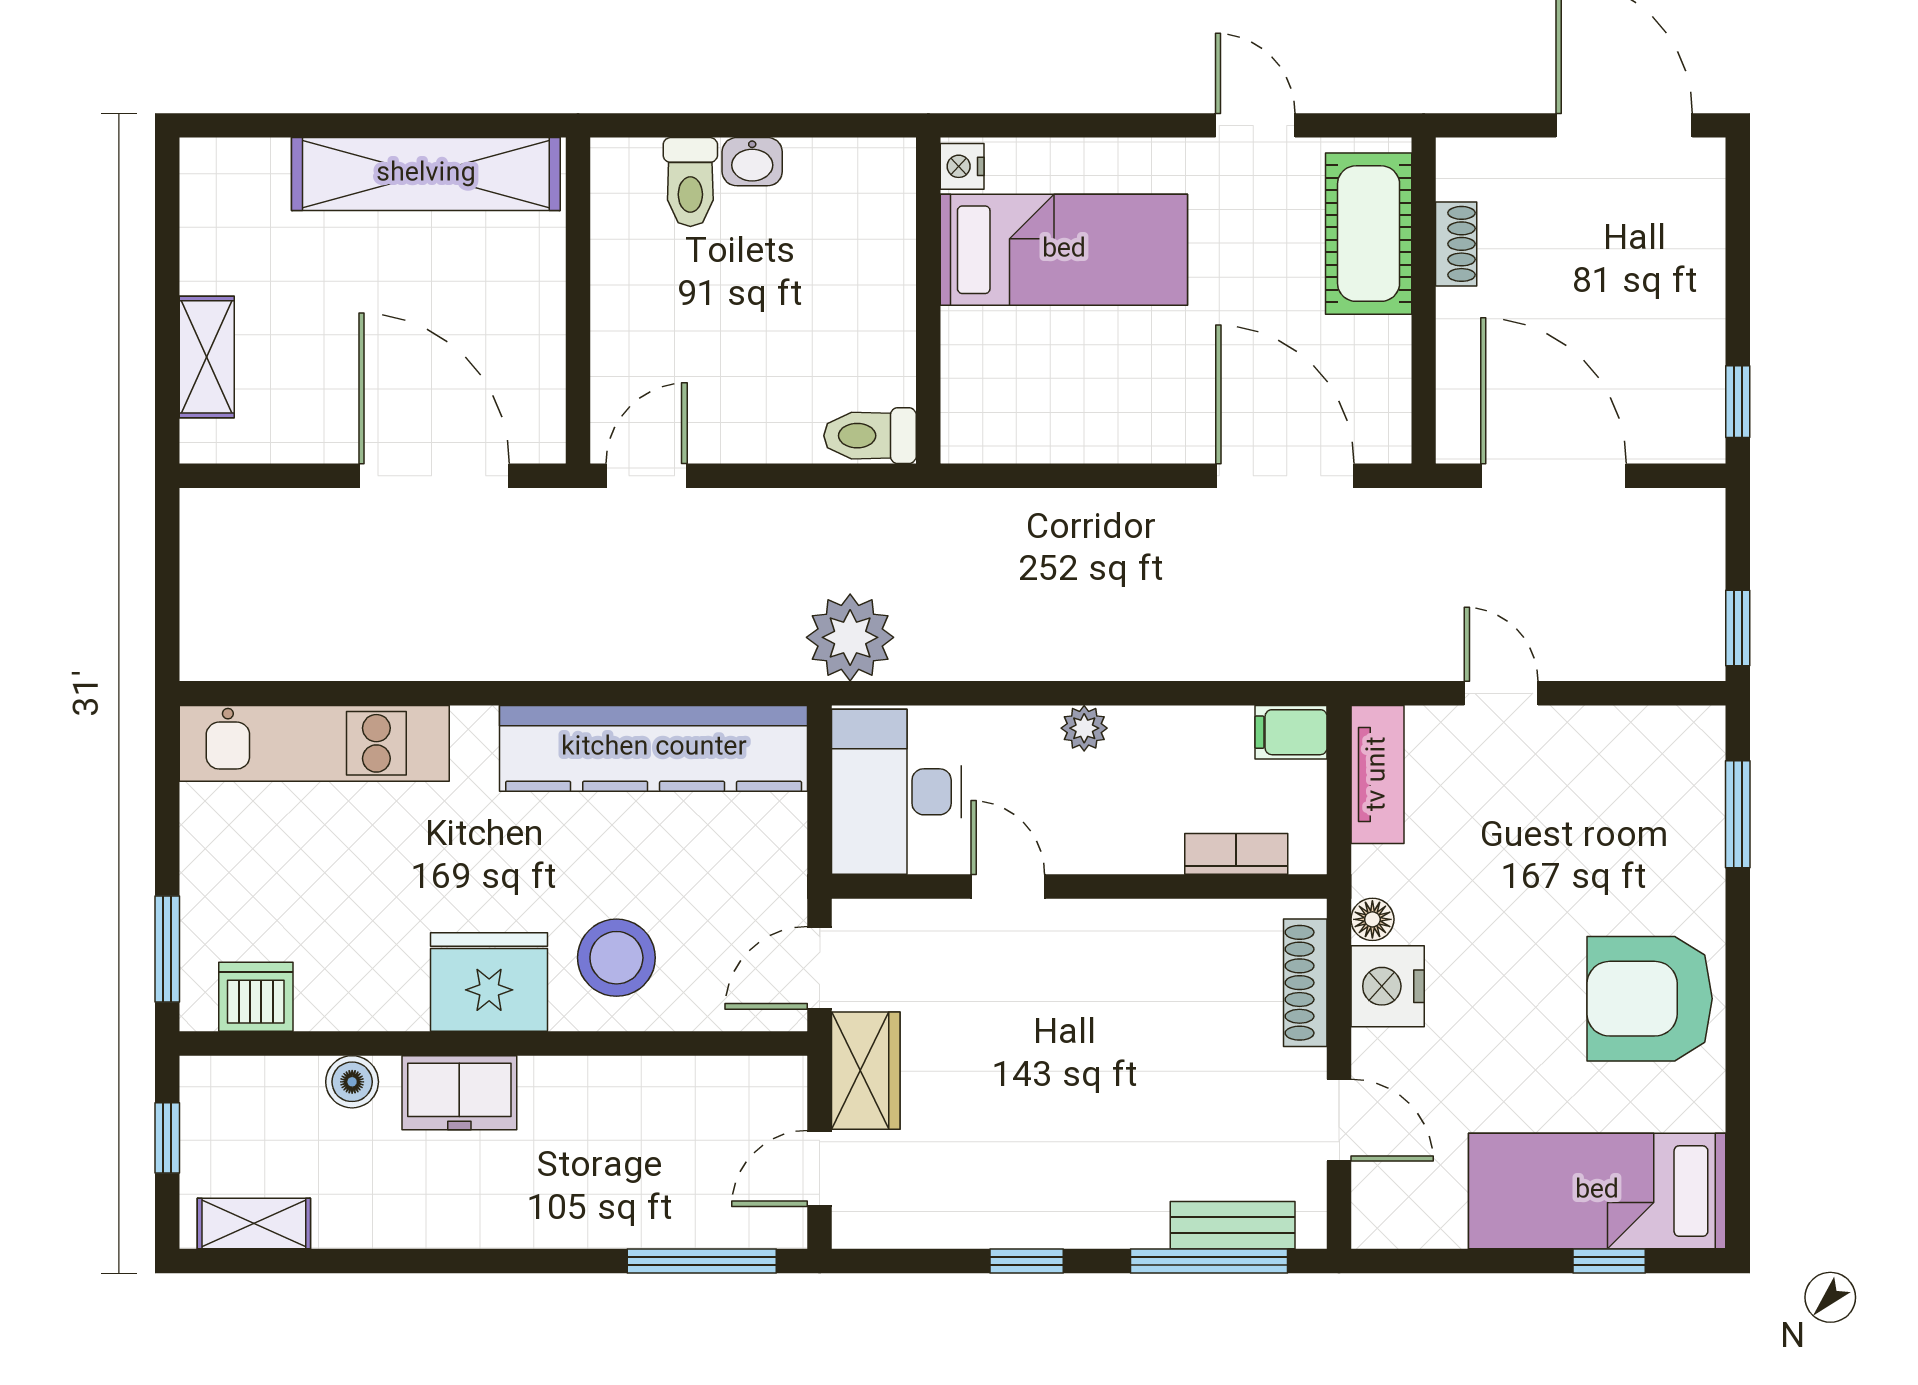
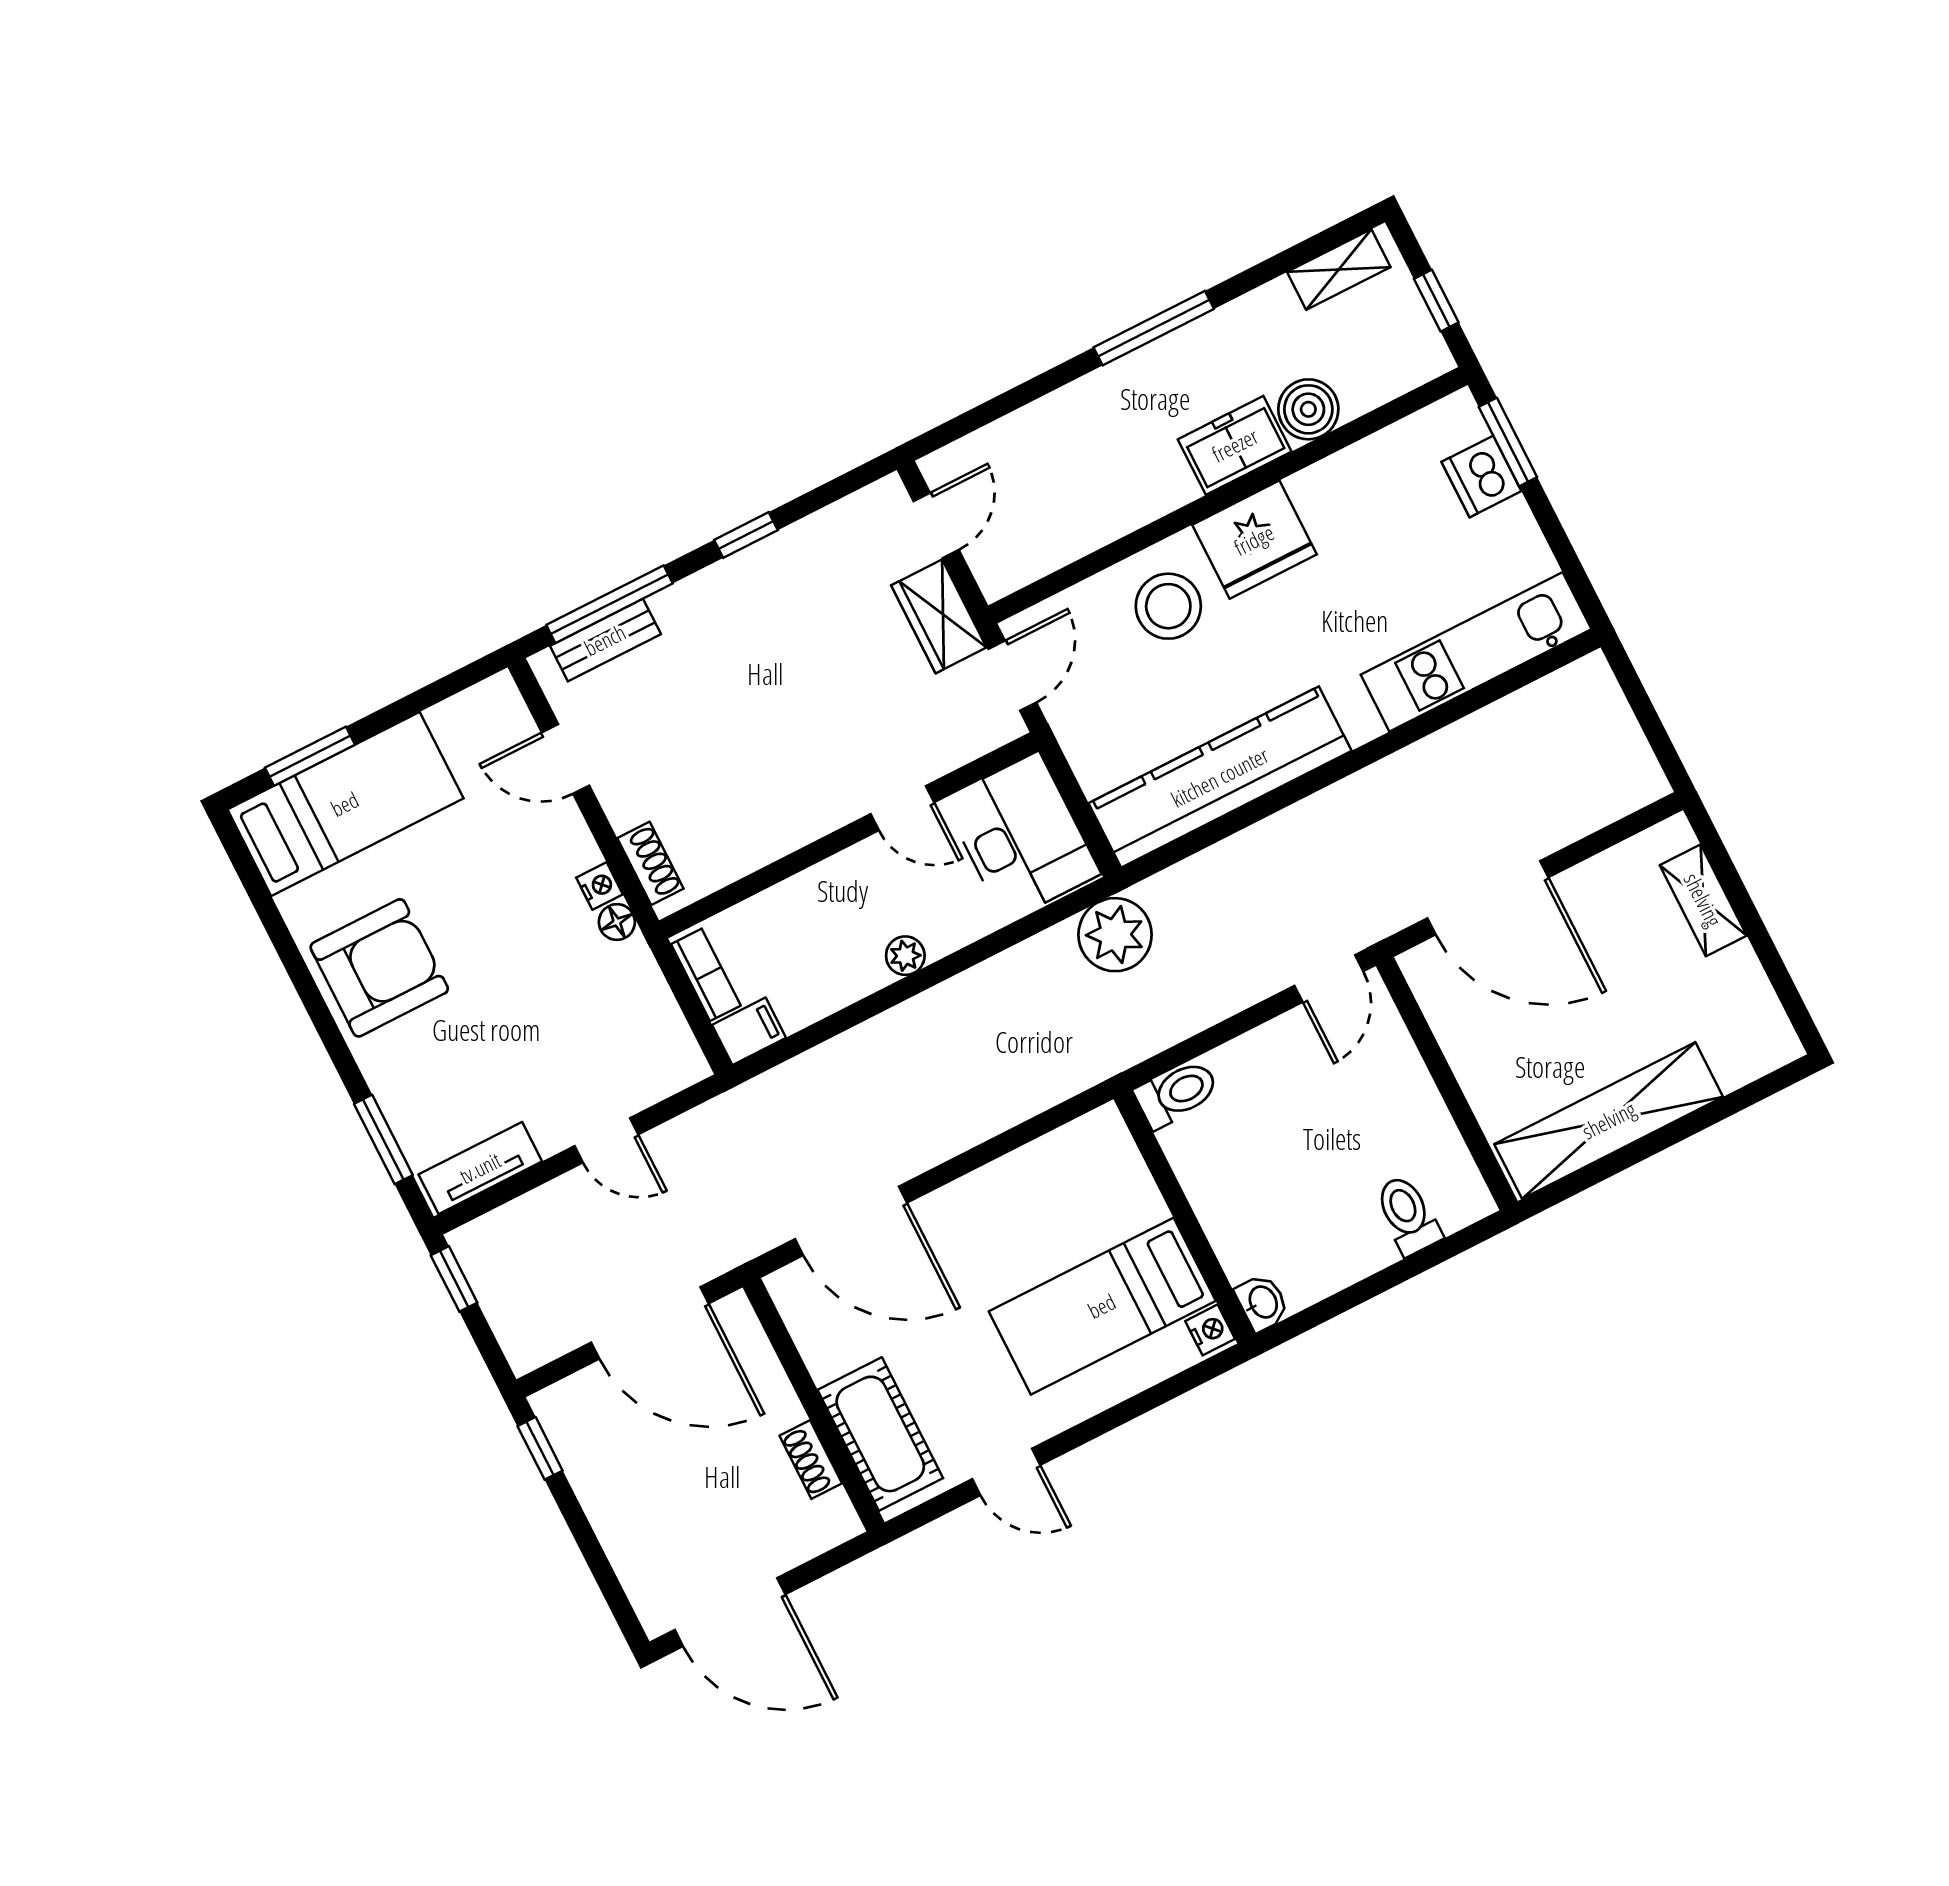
washbasin: (752, 162) -> (1262, 1303), moved, turned 90
tv unit: (1378, 774) -> (480, 1168), moved, turned 90
bookcase: (1236, 854) -> (706, 975), moved, turned -90
shoe rack: (1305, 983) -> (650, 863), width x0.70
nightstand: (1388, 986) -> (599, 886), width x0.53, depth x0.56
dishwasher: (256, 997) -> (1481, 476), moved, turned 90
boiler: (352, 1082) -> (1308, 409), width x1.36, depth x1.36
window: (702, 1261) -> (1154, 328), moved
window: (1609, 1261) -> (310, 756), width x1.50

